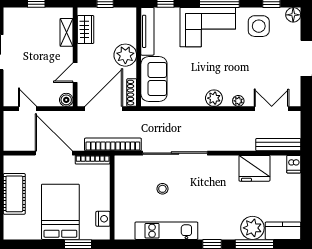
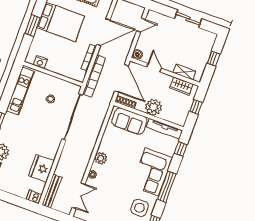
wall: (112, 197) -> (53, 74), moved
nightstand: (103, 219) -> (40, 62), moved

